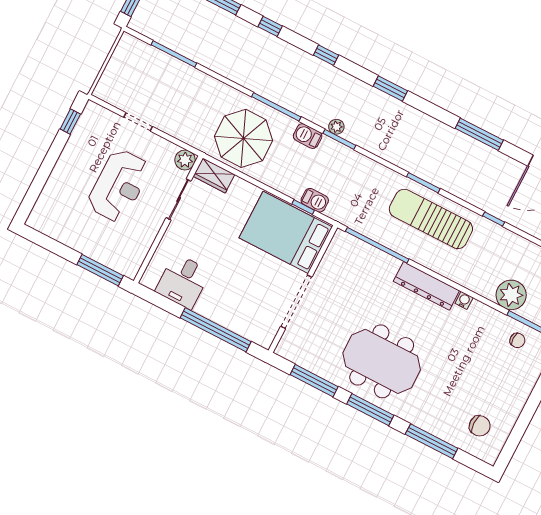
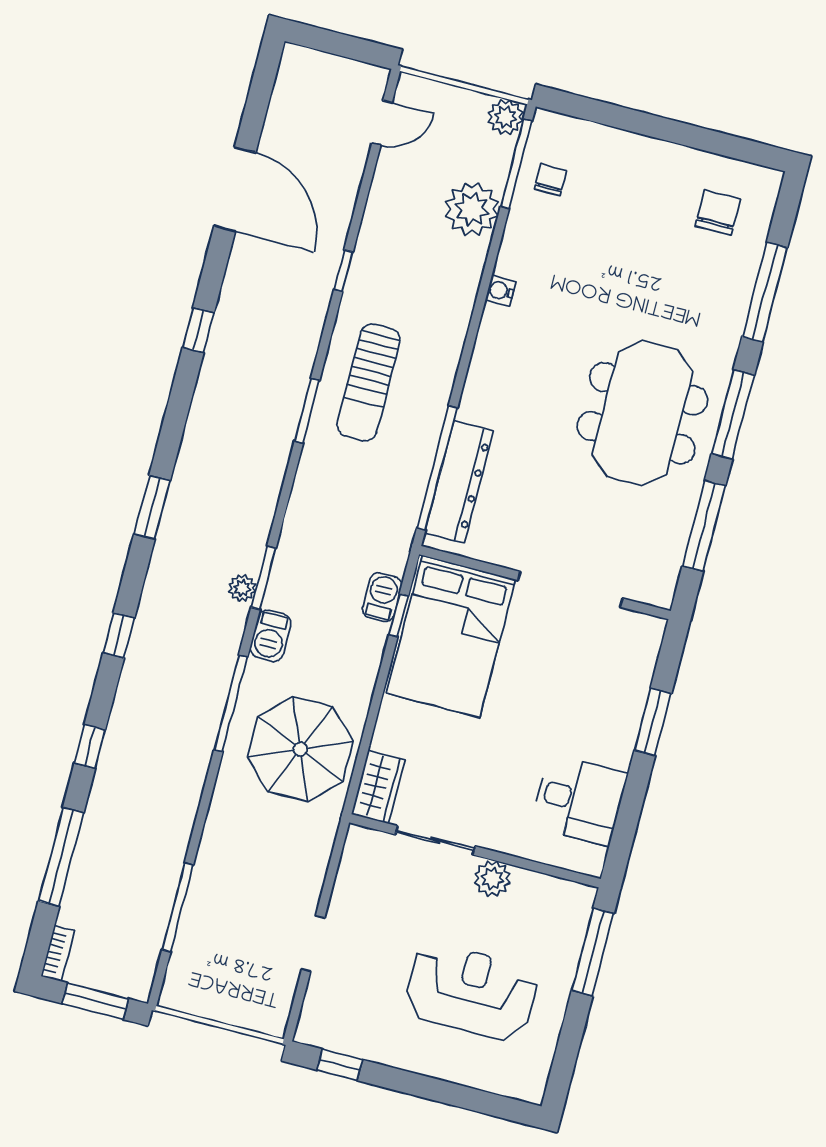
window: (479, 134) -> (198, 330), width x0.46
plant: (185, 160) -> (492, 879), moved
reception desk: (119, 186) -> (471, 992), moved
sun lounger: (431, 219) -> (369, 382), width x0.73, depth x0.75
dresser: (426, 286) -> (459, 482), moved
window: (216, 330) -> (653, 722), width x0.47

